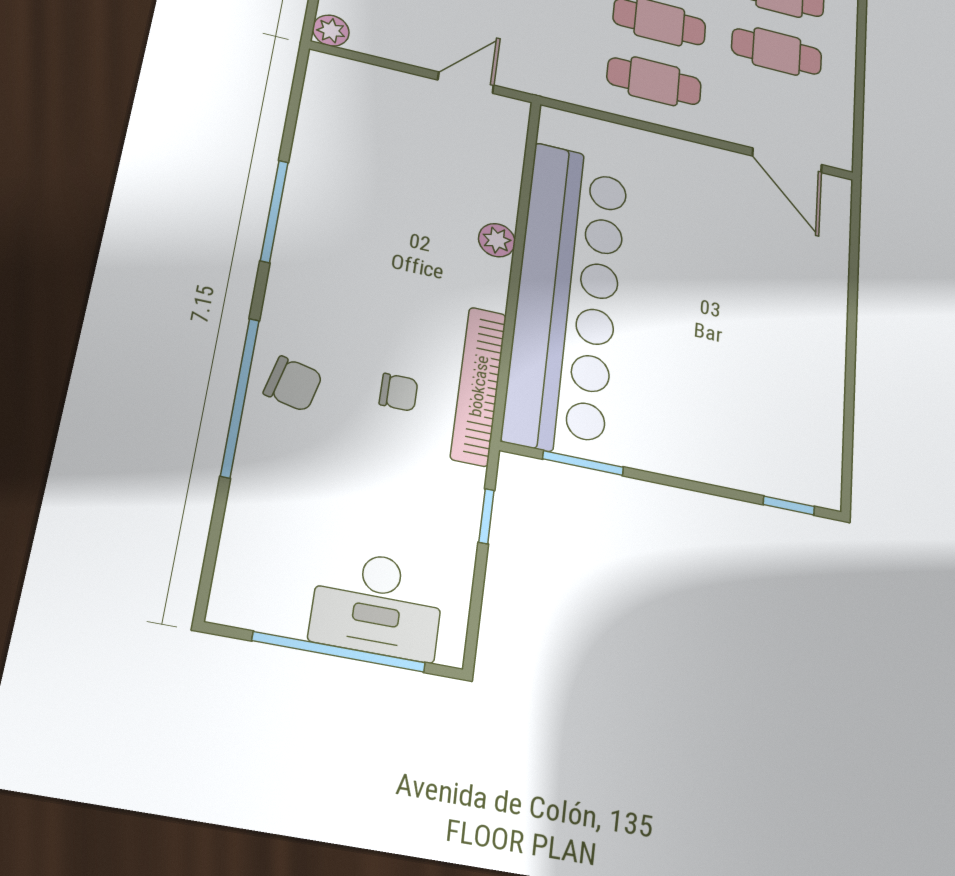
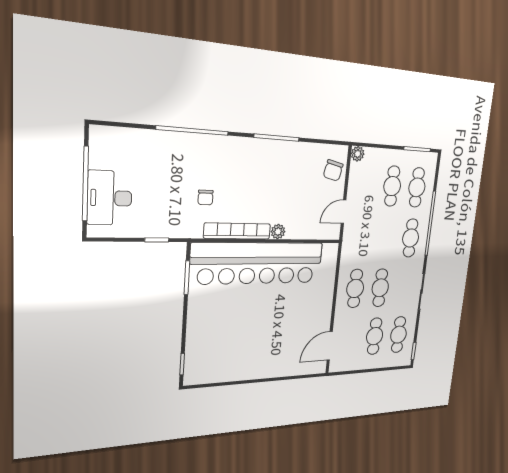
door: (466, 83) -> (343, 212), swing flipped
chair: (293, 384) -> (333, 170), moved
bookcase: (479, 386) -> (237, 231), moved

